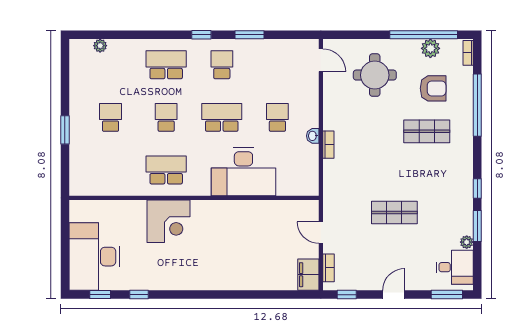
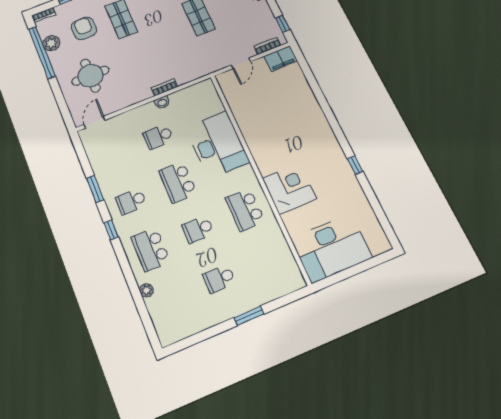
plant: (100, 46) -> (146, 290), moved
desk: (94, 257) -> (331, 248), moved
window: (100, 295) -> (383, 220), removed
window: (139, 295) -> (355, 165), moved

